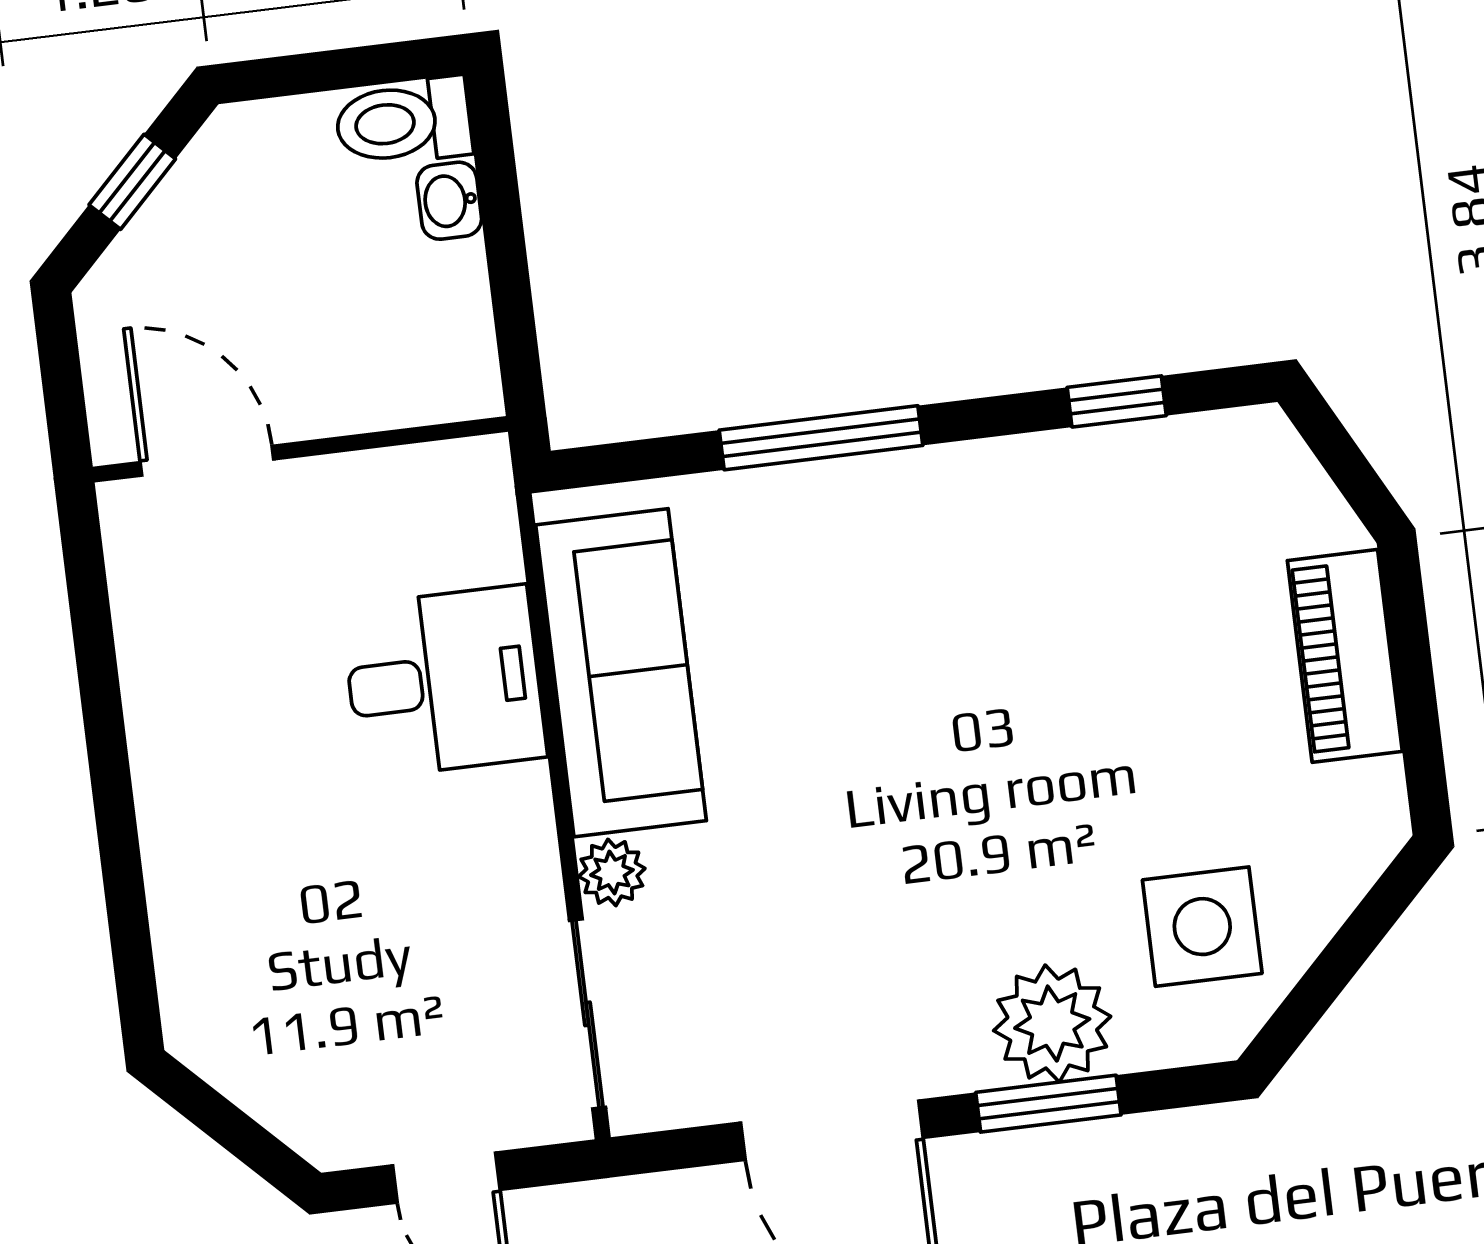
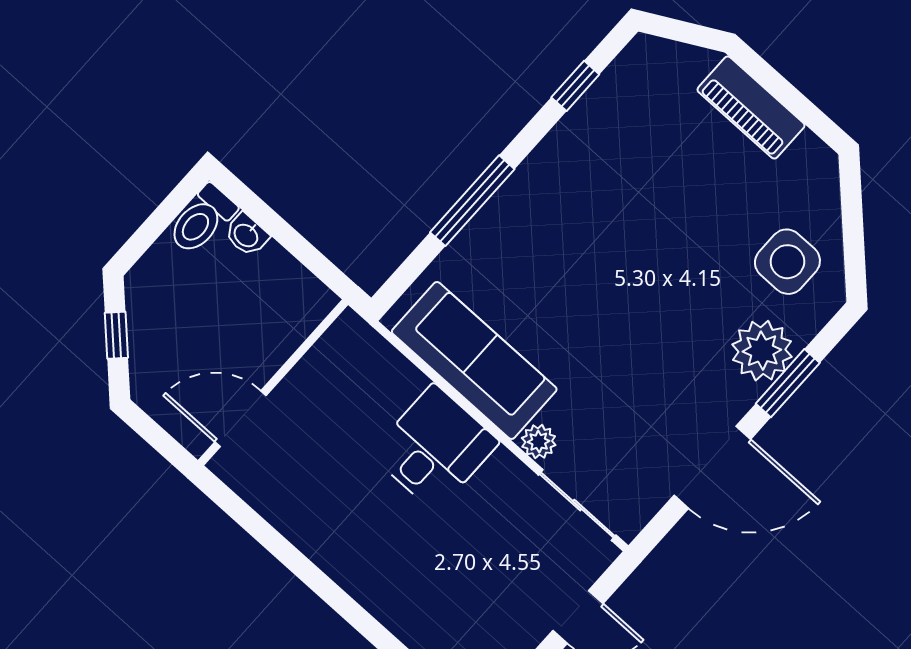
desk: (444, 682) -> (435, 448), moved

